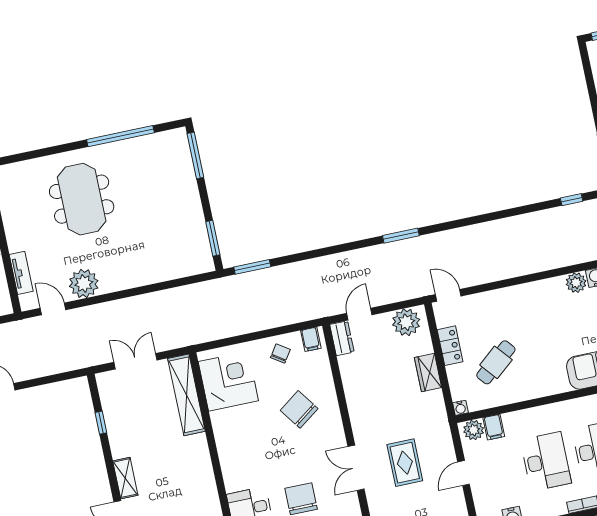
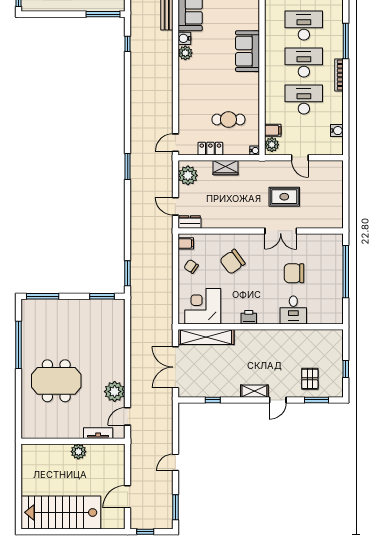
double door: (135, 361) -> (175, 367), width x1.37
cafe table: (496, 362) -> (228, 119), turned -50
printer: (227, 449) -> (249, 317), added

